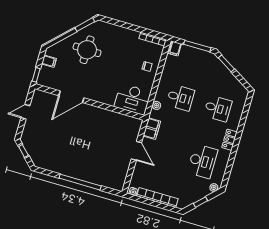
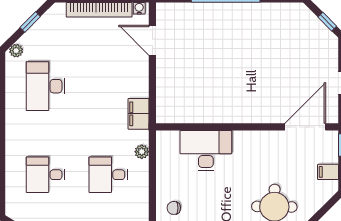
door: (71, 97) -> (305, 127), moved
desk: (133, 99) -> (206, 151), moved
locker: (229, 140) -> (13, 132), removed
door: (136, 151) -> (152, 40), moved

